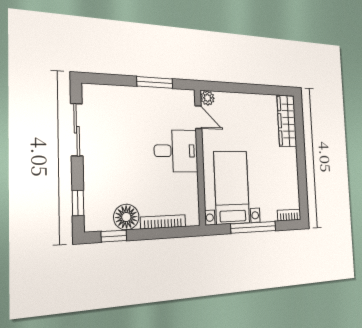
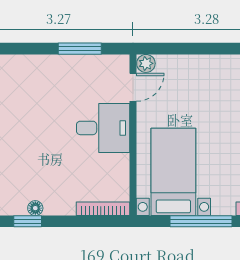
door: (198, 117) -> (133, 87), hinge flipped
floor lamp: (126, 217) -> (35, 208), width x0.53, depth x0.53
bookcase: (163, 222) -> (103, 209), moved

